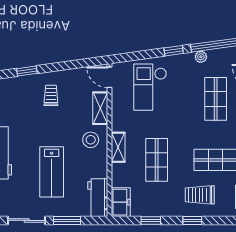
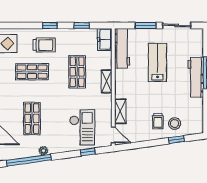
window: (174, 51) -> (88, 152), moved
stool: (91, 140) -> (175, 124), moved
workbench: (98, 198) -> (122, 48), width x1.38

